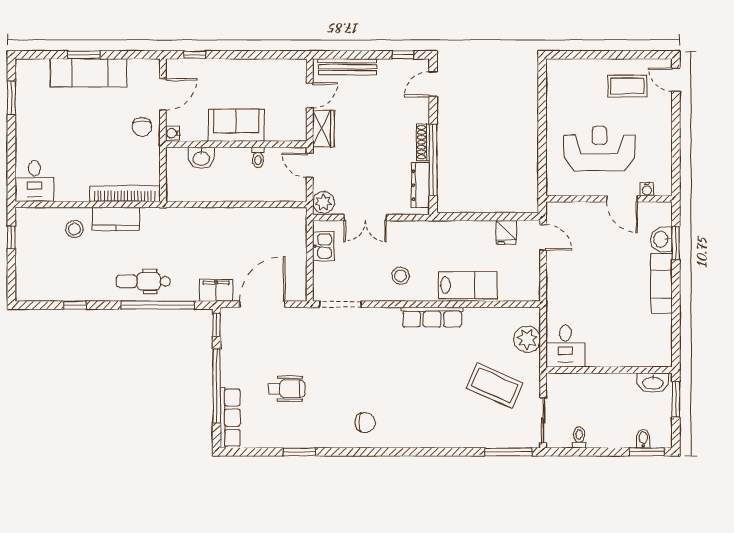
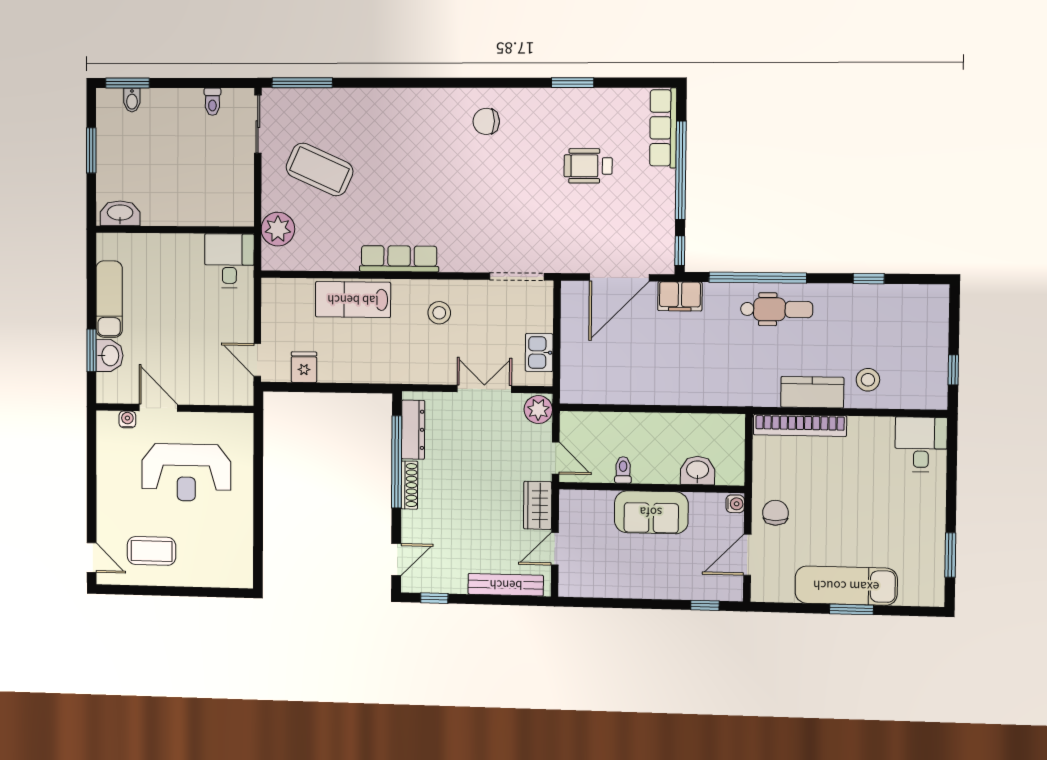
desk: (565, 346) -> (229, 261), moved
wall: (609, 370) -> (175, 230), moved
washbasin: (653, 383) -> (120, 213), moved

